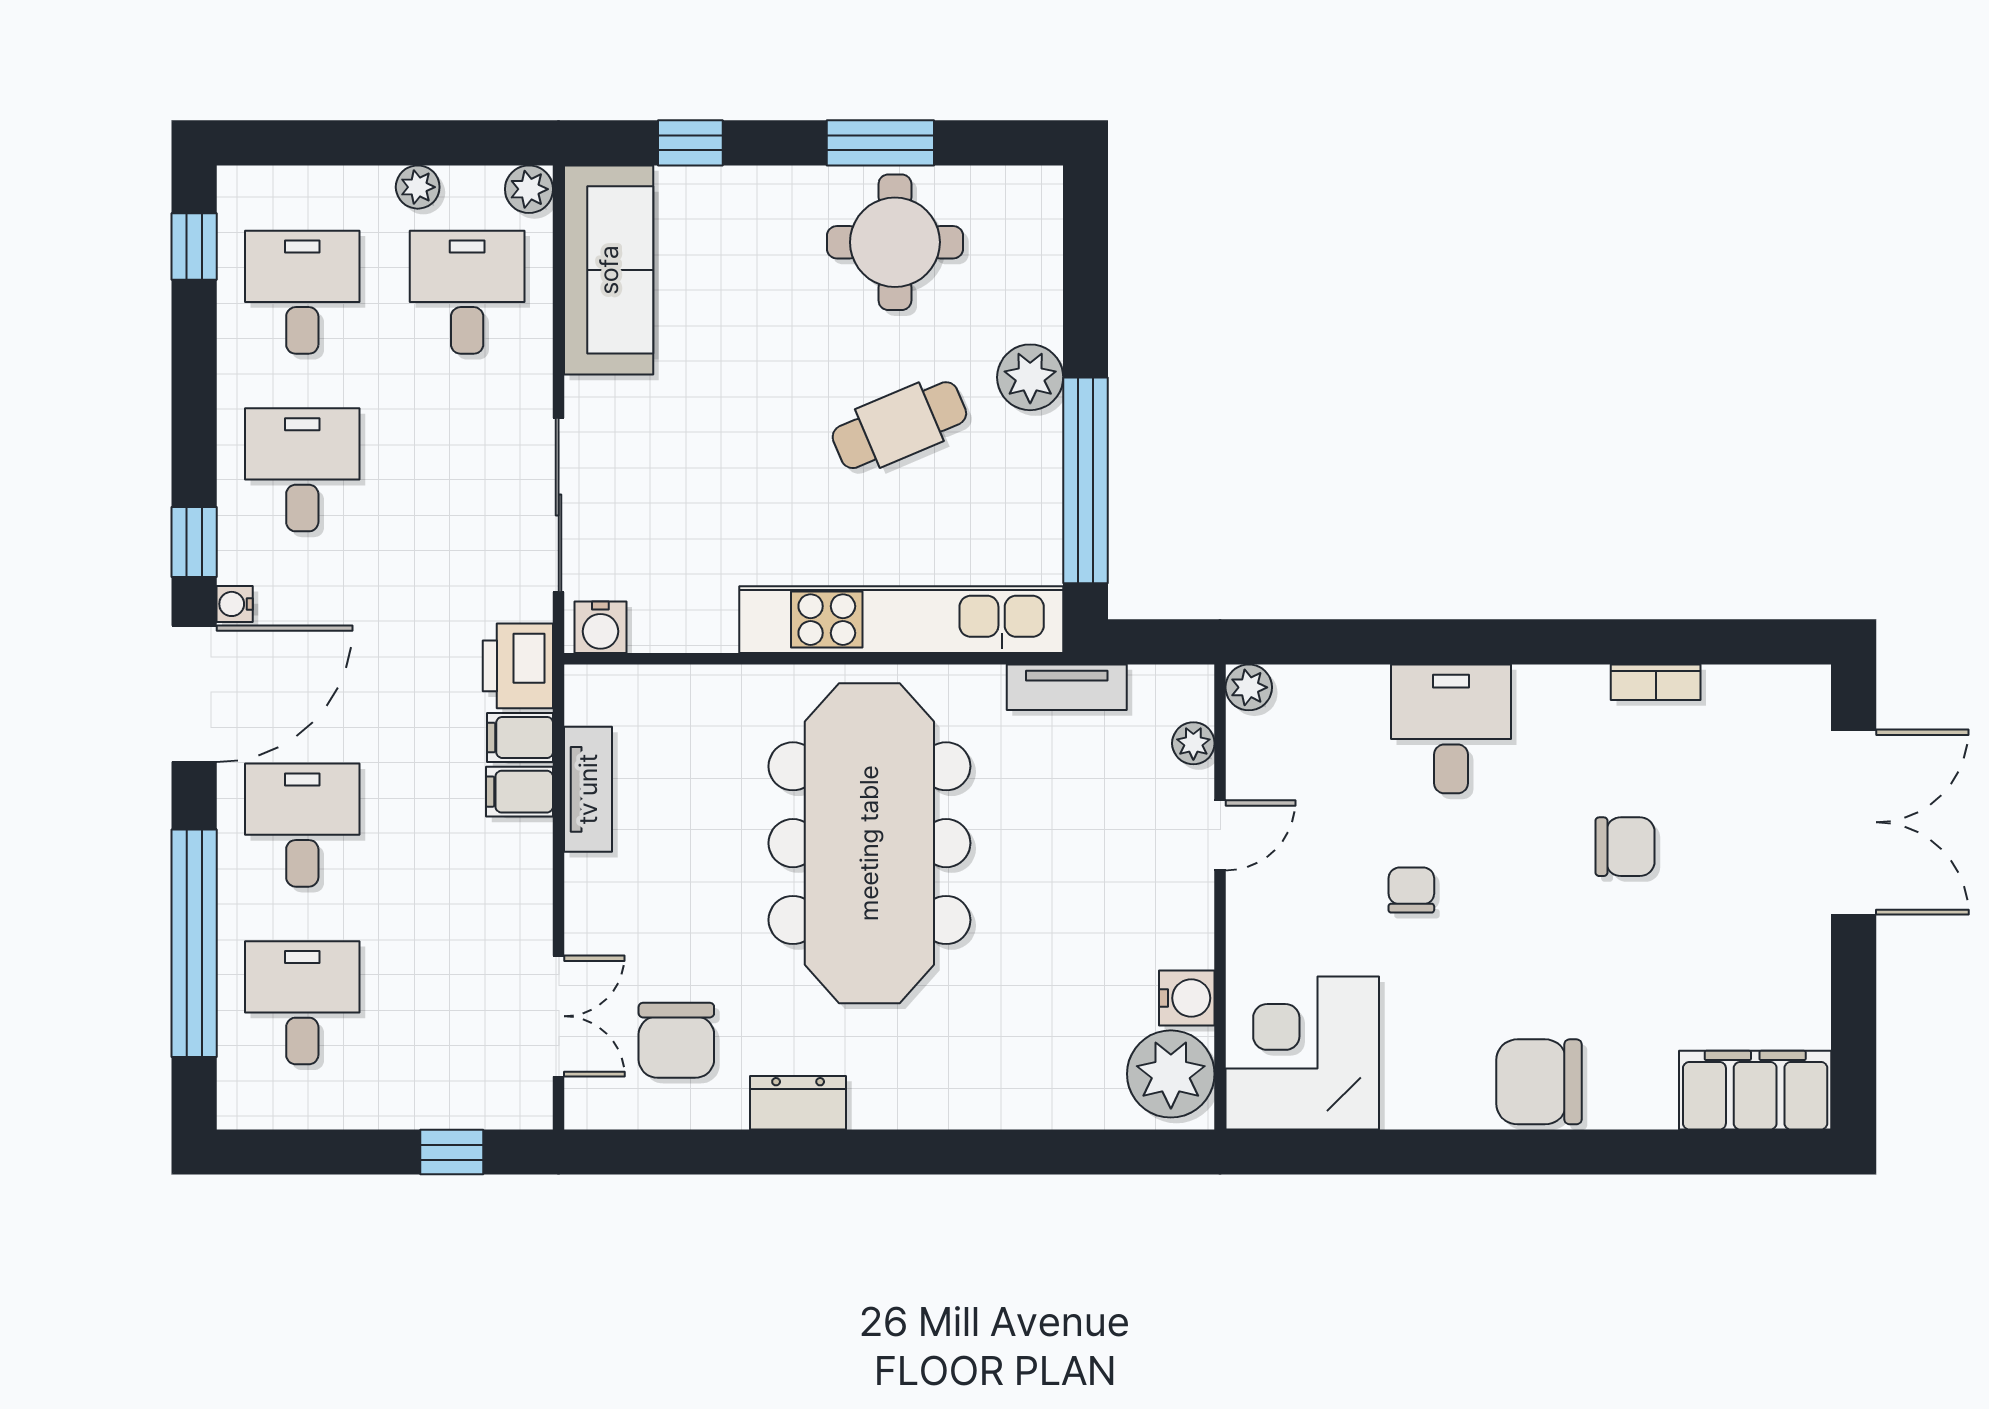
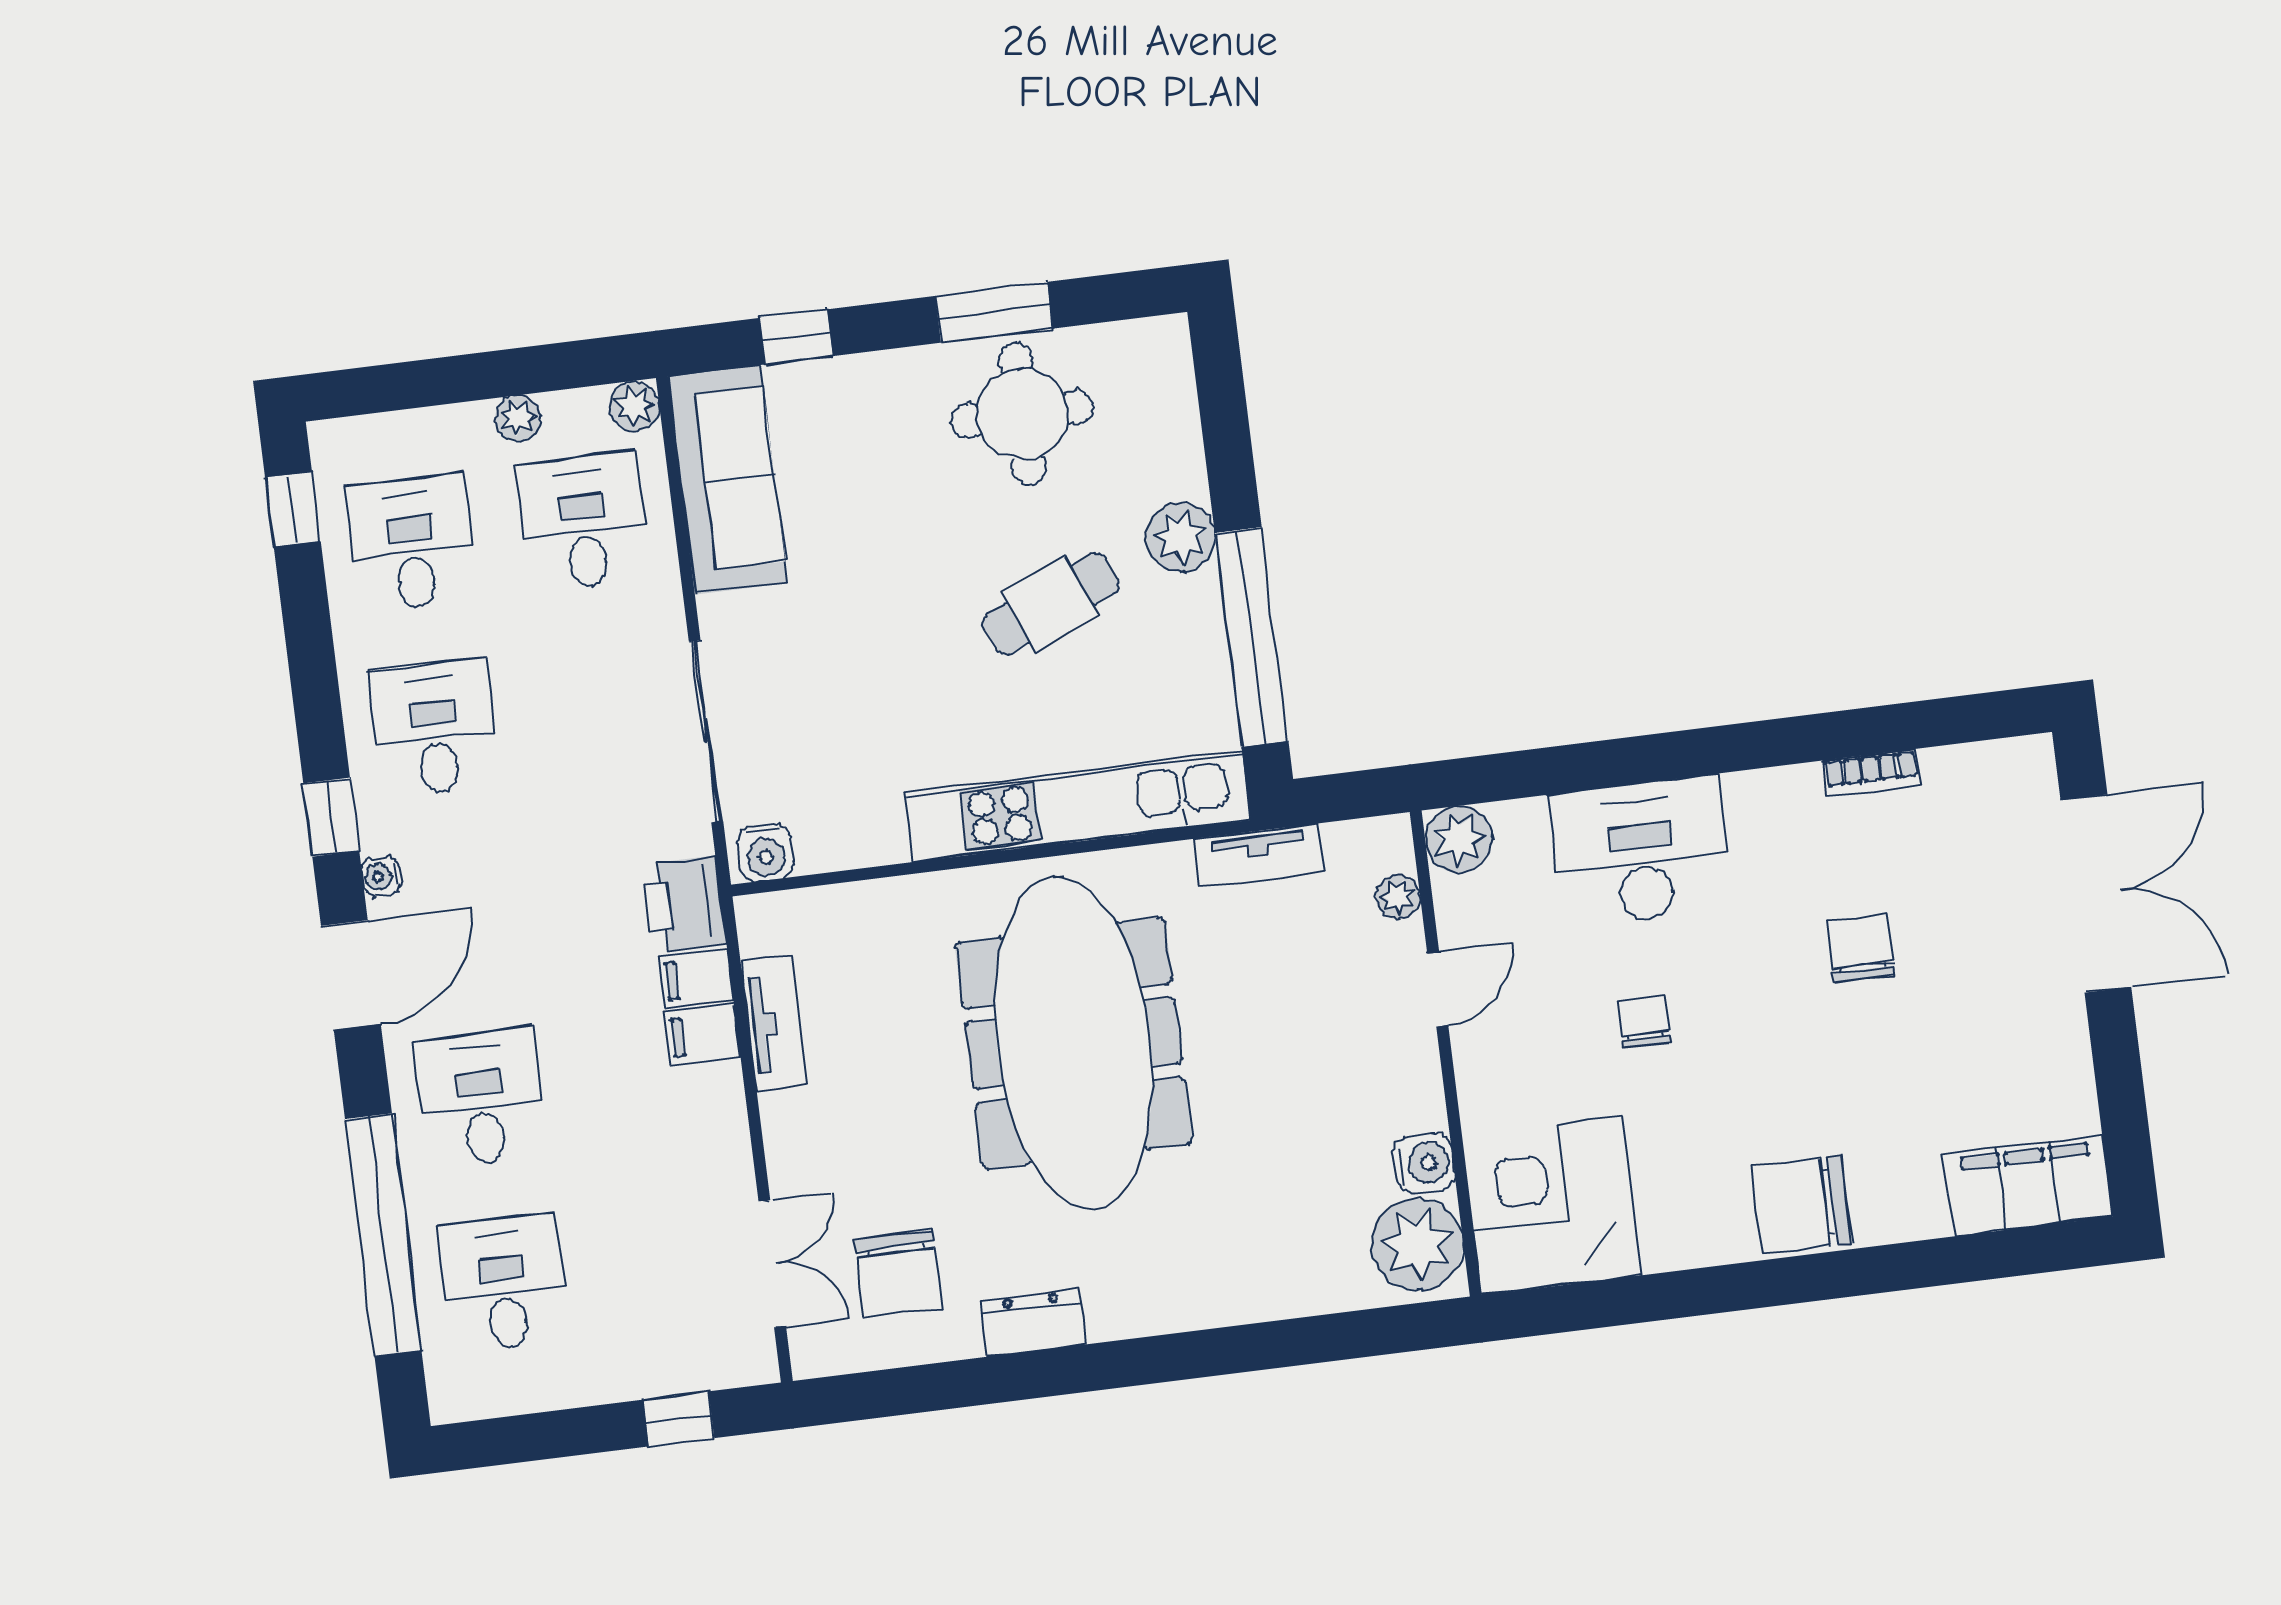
plant: (1249, 687) -> (1459, 839), width x1.38, depth x1.38
door: (194, 694) -> (351, 975), width x0.73
desk: (1451, 729) -> (1641, 851), width x1.37
chair: (1625, 847) -> (1861, 949), turned -90

